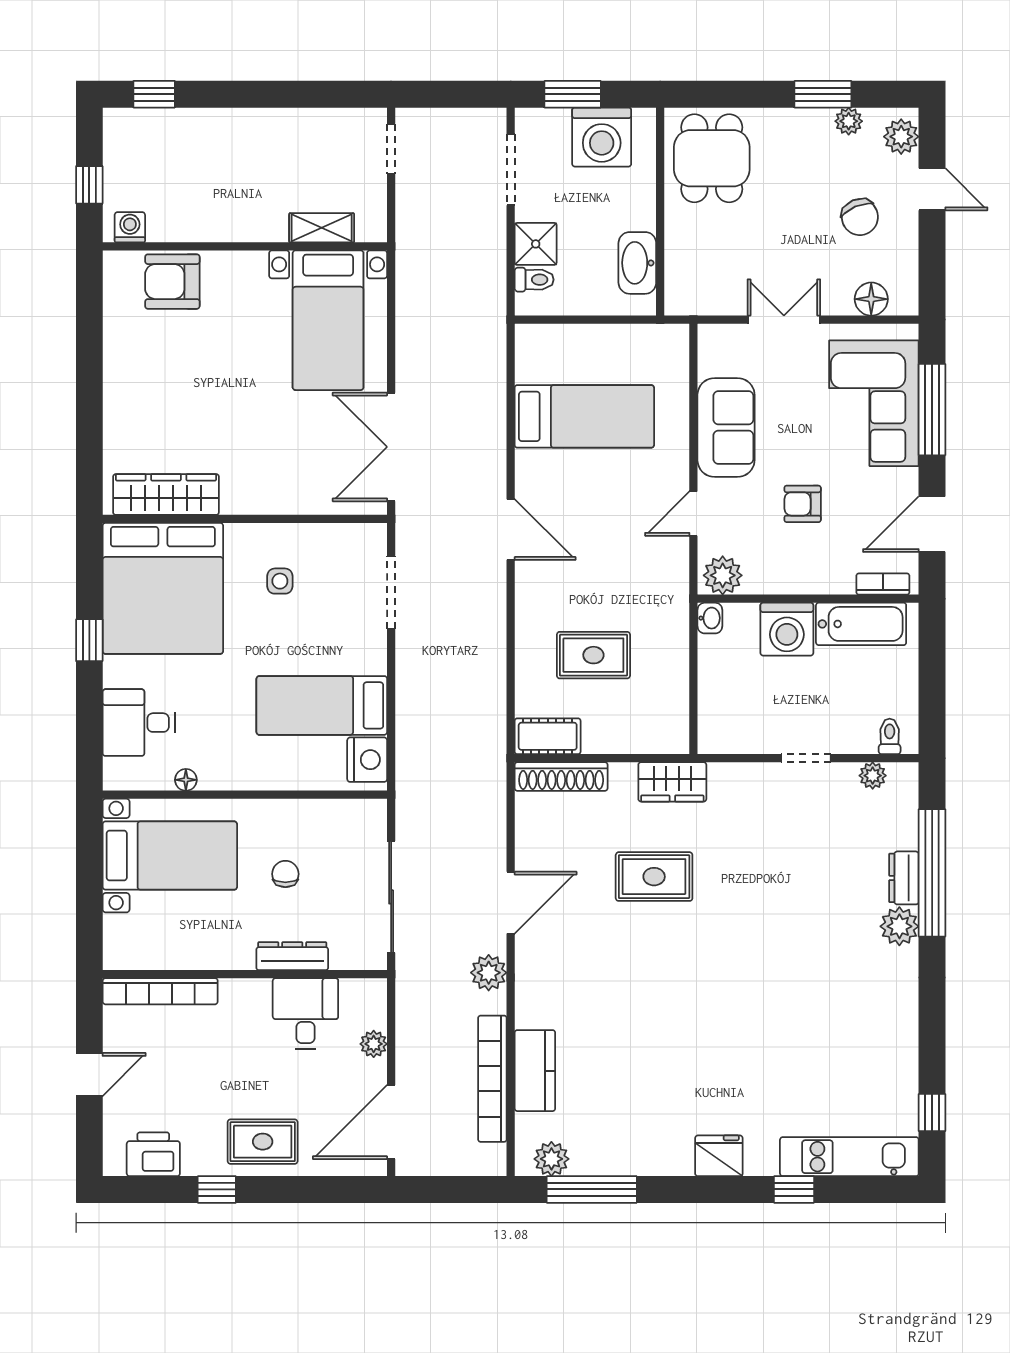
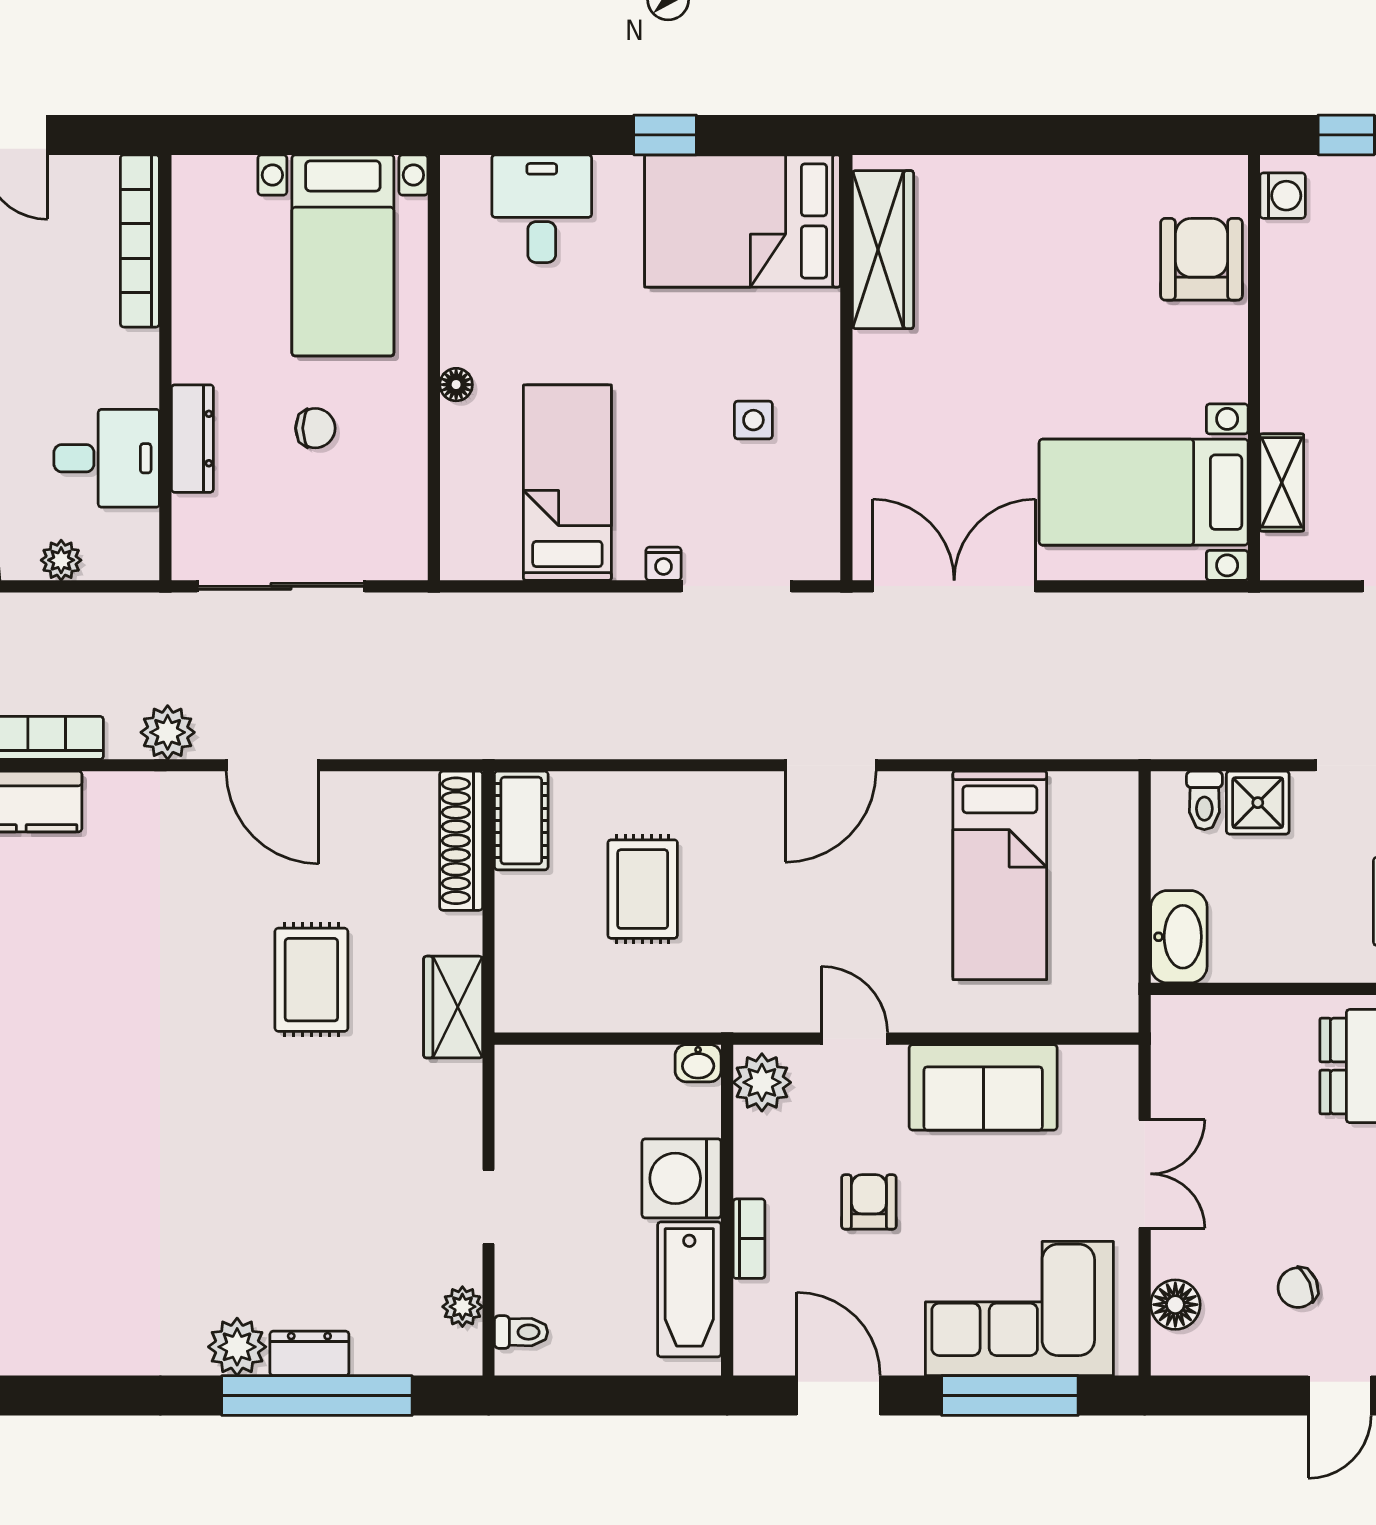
chair: (860, 217) -> (1298, 1288), width x0.73, depth x0.73
washbasin: (637, 263) -> (1179, 937), moved, turned 90
bookcase: (883, 584) -> (749, 1239), moved
bed: (163, 588) -> (743, 221), width x0.73
nightstand: (367, 760) -> (664, 564), moved, width x0.53, depth x0.56
floor lamp: (186, 780) -> (456, 385), moved

